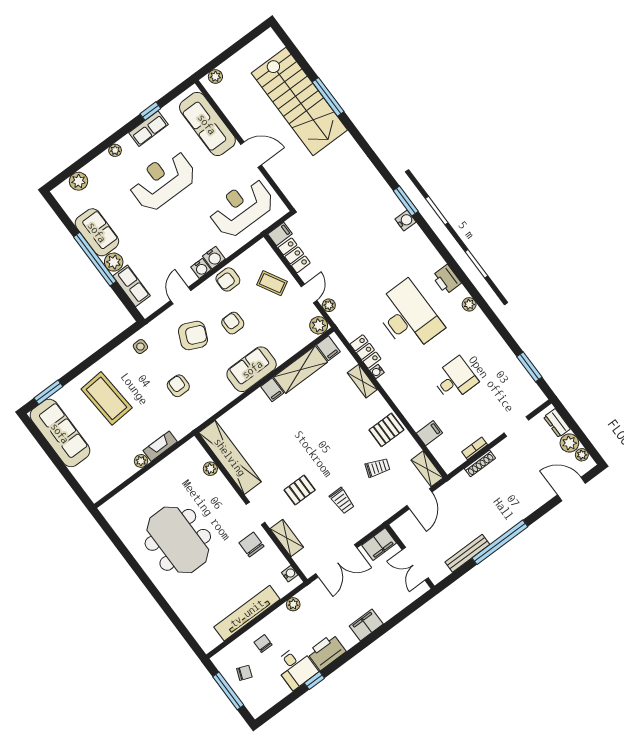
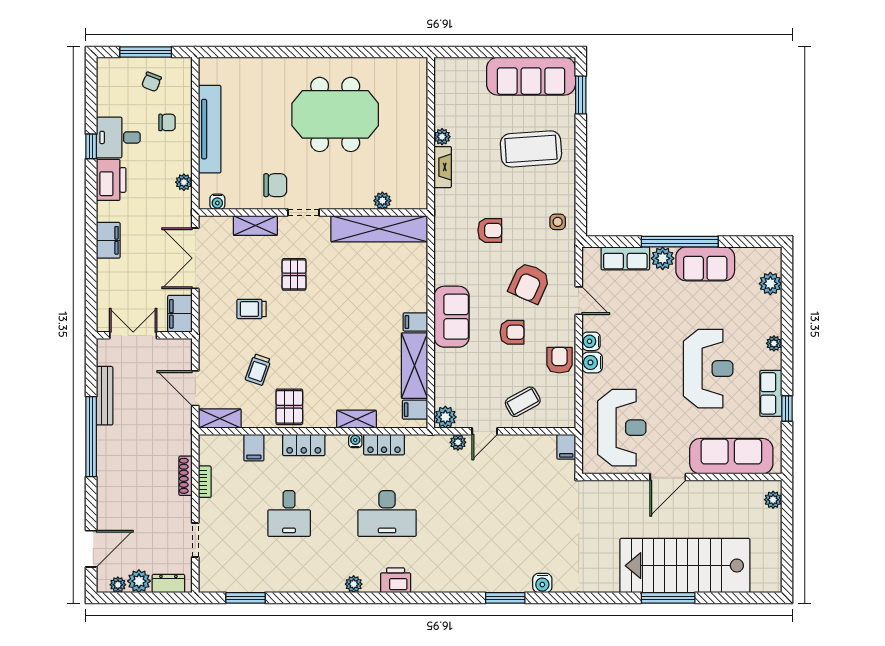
water cooler: (406, 221) -> (542, 583), moved
locker: (294, 255) -> (304, 445), moved
door: (309, 293) -> (485, 431), hinge flipped
desk: (408, 317) -> (387, 513), width x0.73, depth x0.77

